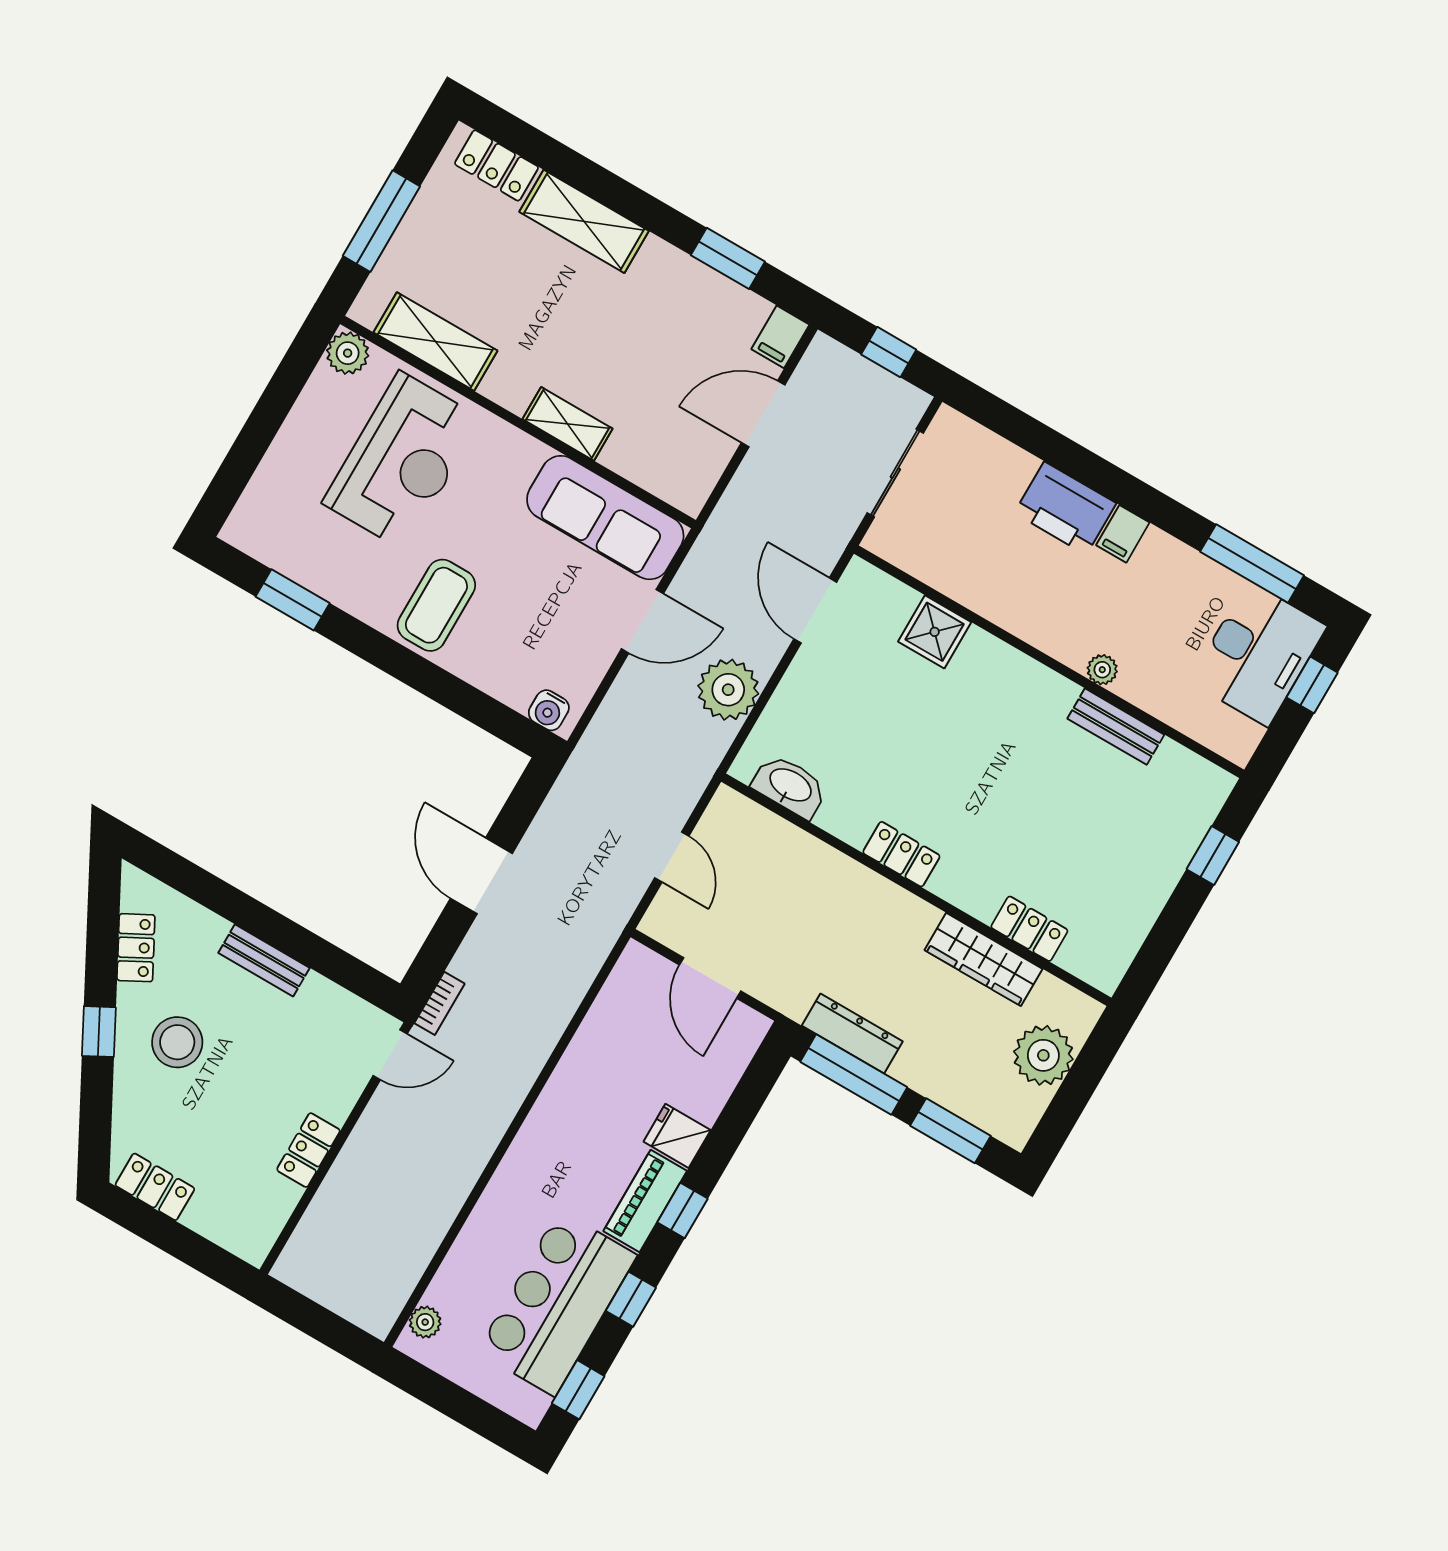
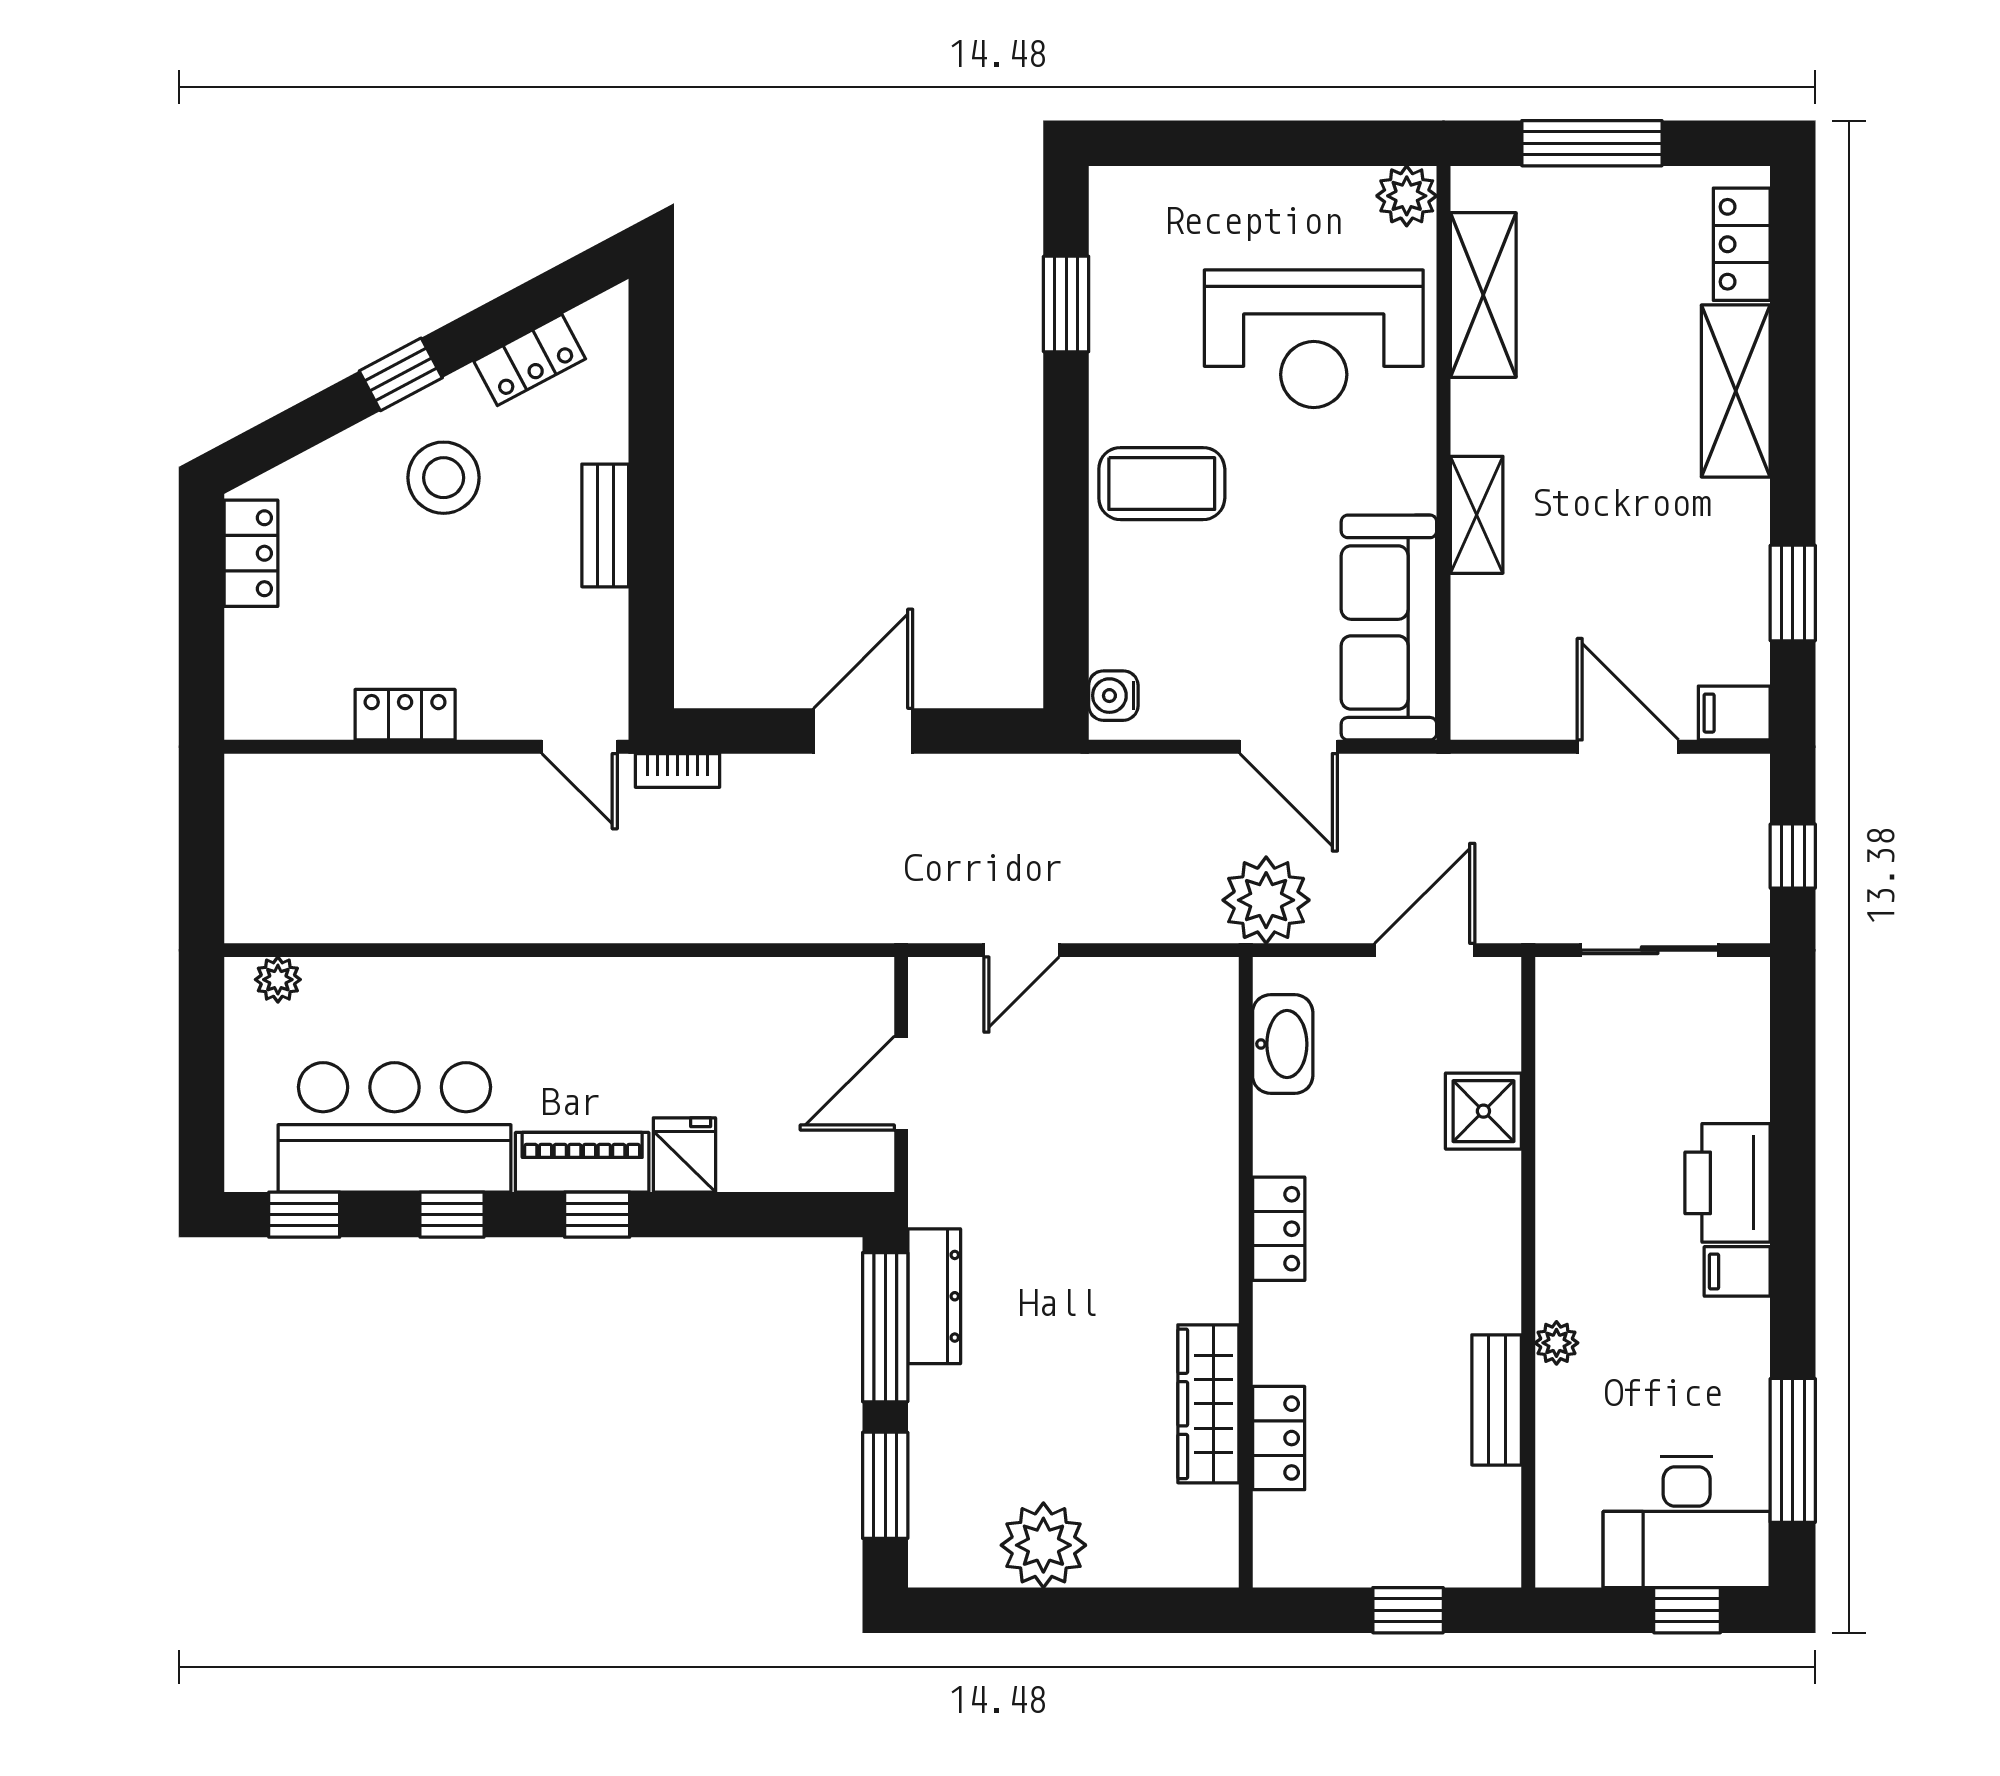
washbasin: (790, 786) -> (1283, 1044), moved
locker: (901, 854) -> (1279, 1229), moved
wall: (916, 890) -> (1246, 1272), moved
locker: (1029, 929) -> (1279, 1438), moved
wardrobe: (983, 959) -> (1208, 1404), moved

